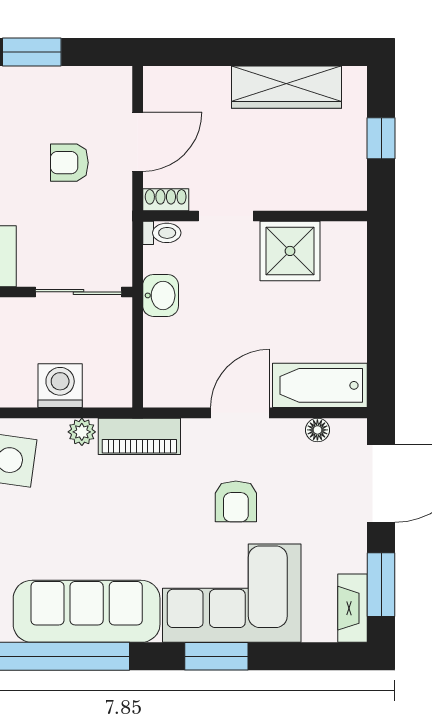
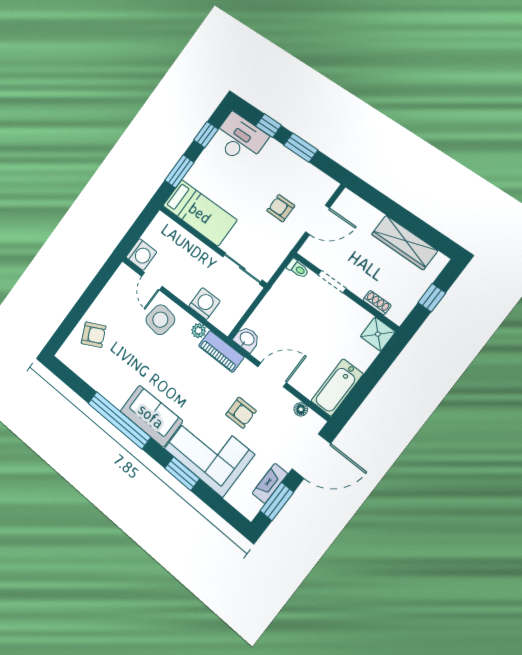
shoe rack: (166, 200) -> (377, 303), moved
shower: (290, 251) -> (378, 334), moved, width x0.73, depth x0.73
washbasin: (161, 295) -> (247, 339), moved, turned -90
bathtub: (320, 385) -> (337, 388), moved, turned -90
armchair: (236, 501) -> (241, 413), turned -90
fireplace: (353, 608) -> (270, 483), moved
sofa: (87, 611) -> (151, 416), width x0.73

